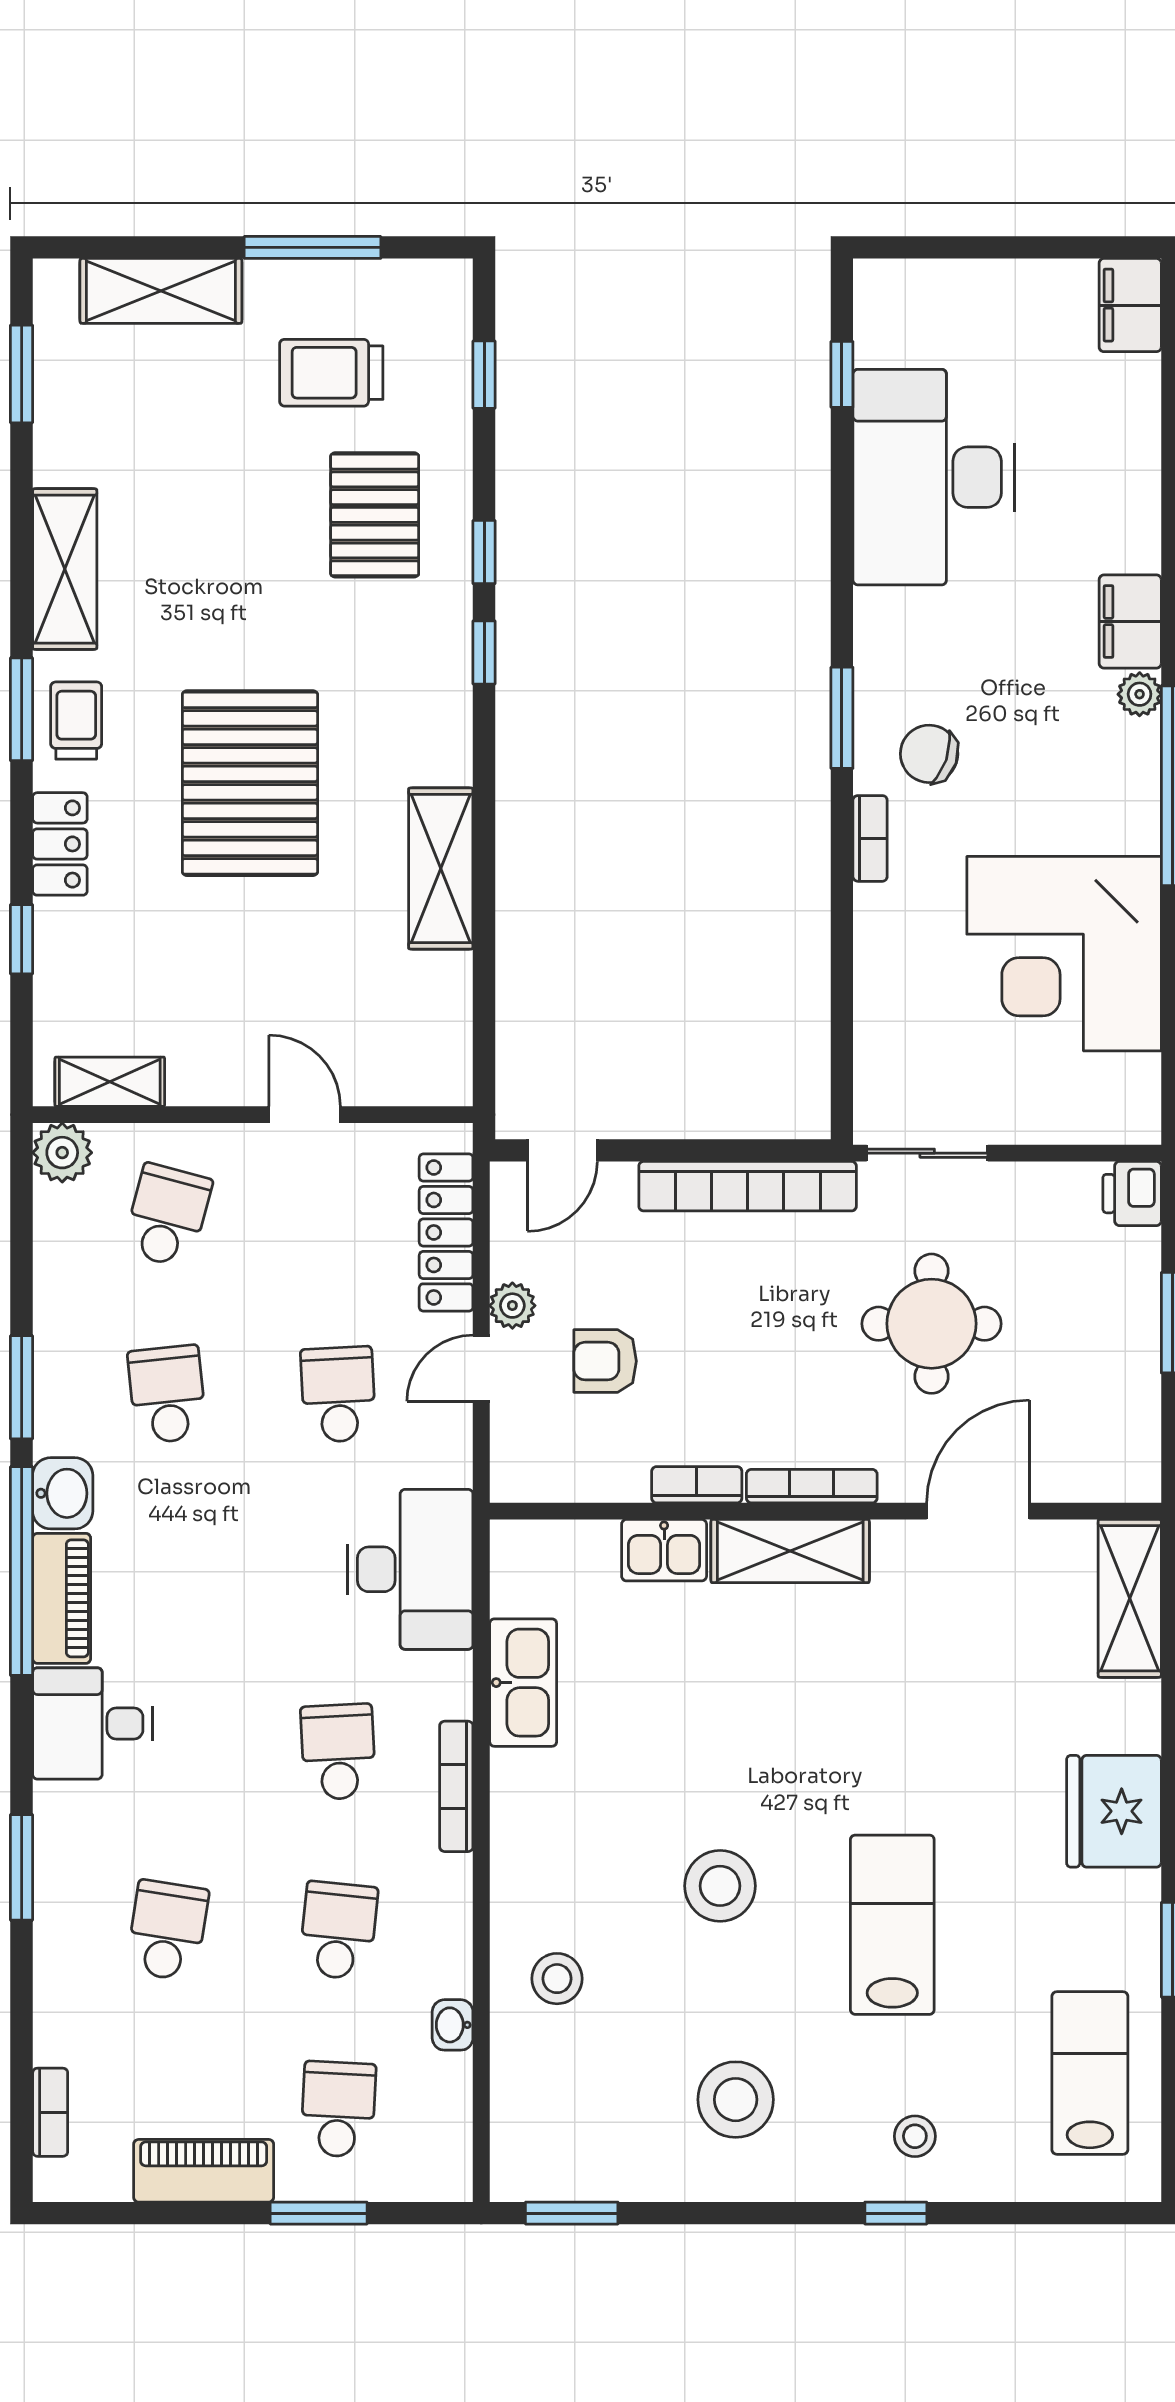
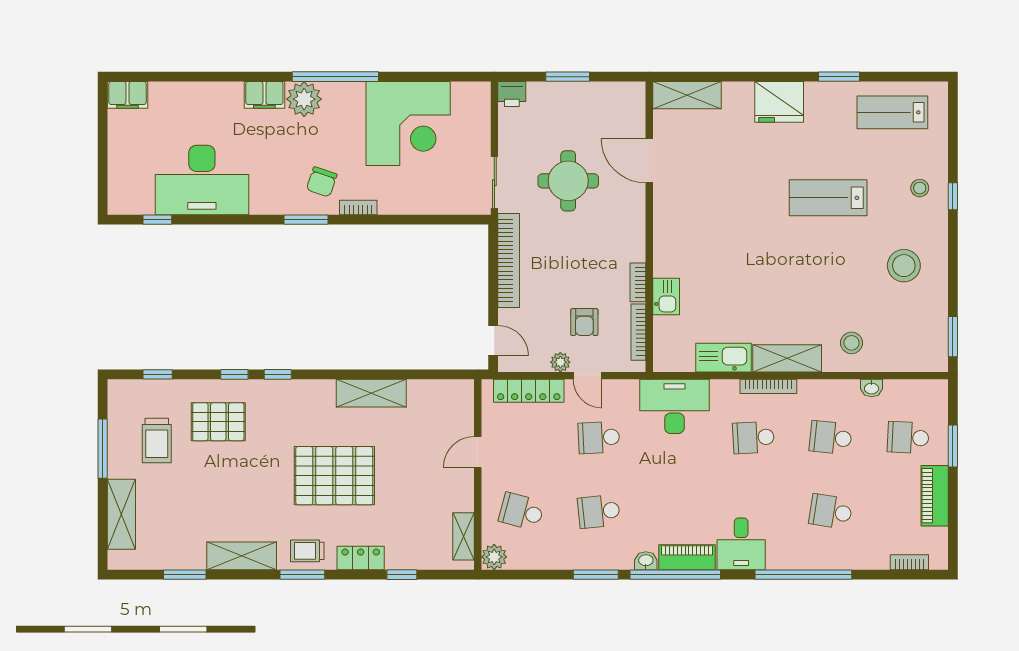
window: (22, 374) -> (185, 575), moved
plant: (1140, 694) -> (304, 99), width x1.88, depth x1.88
bookcase: (812, 1486) -> (638, 332), moved
washbasin: (63, 1493) -> (646, 561), width x0.72, depth x0.69
shelving: (790, 1551) -> (787, 358), moved, turned 90
window: (22, 1867) -> (803, 575), width x2.11
stool: (720, 1886) -> (811, 272), removed

